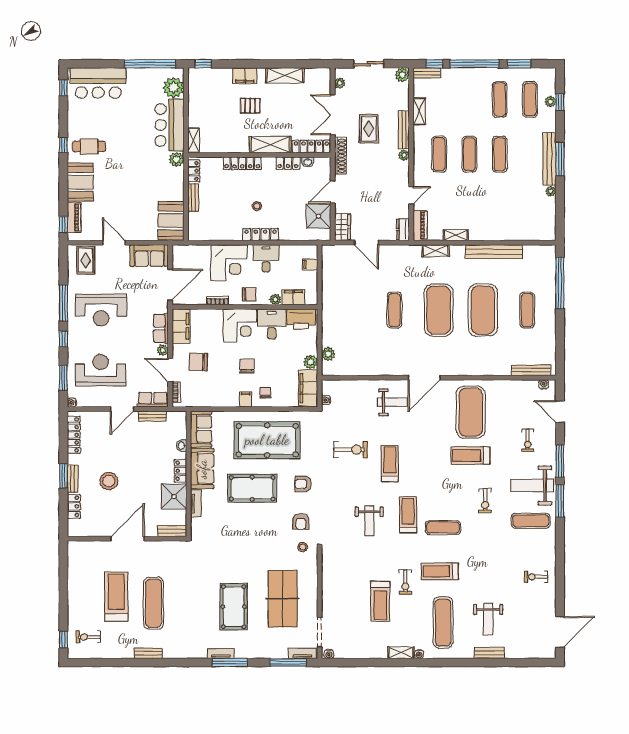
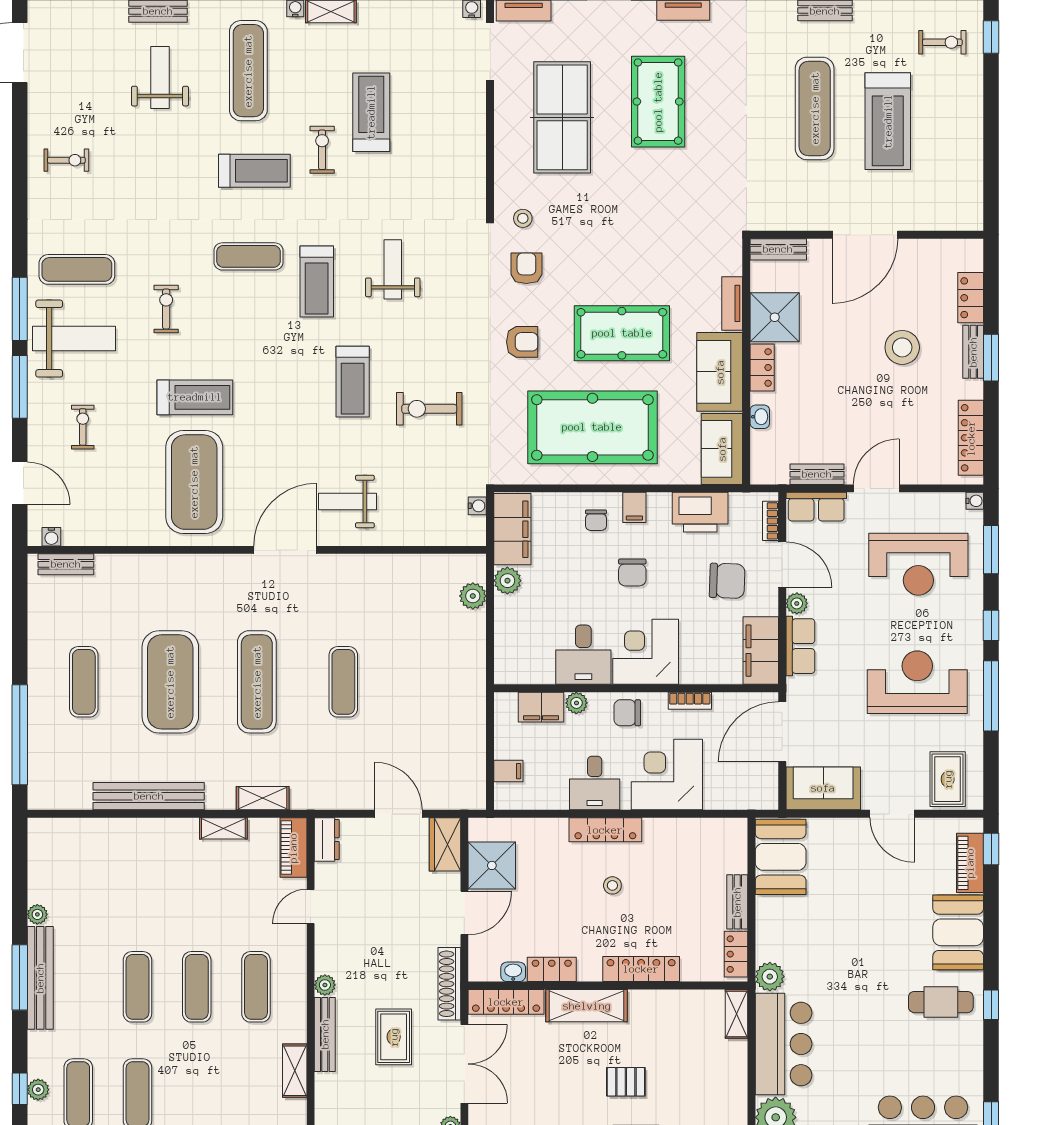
exercise mat: (439, 310) -> (257, 682), width x0.68
printer: (301, 319) -> (700, 512), moved, turned 180
bench: (531, 370) -> (66, 564), width x0.73

